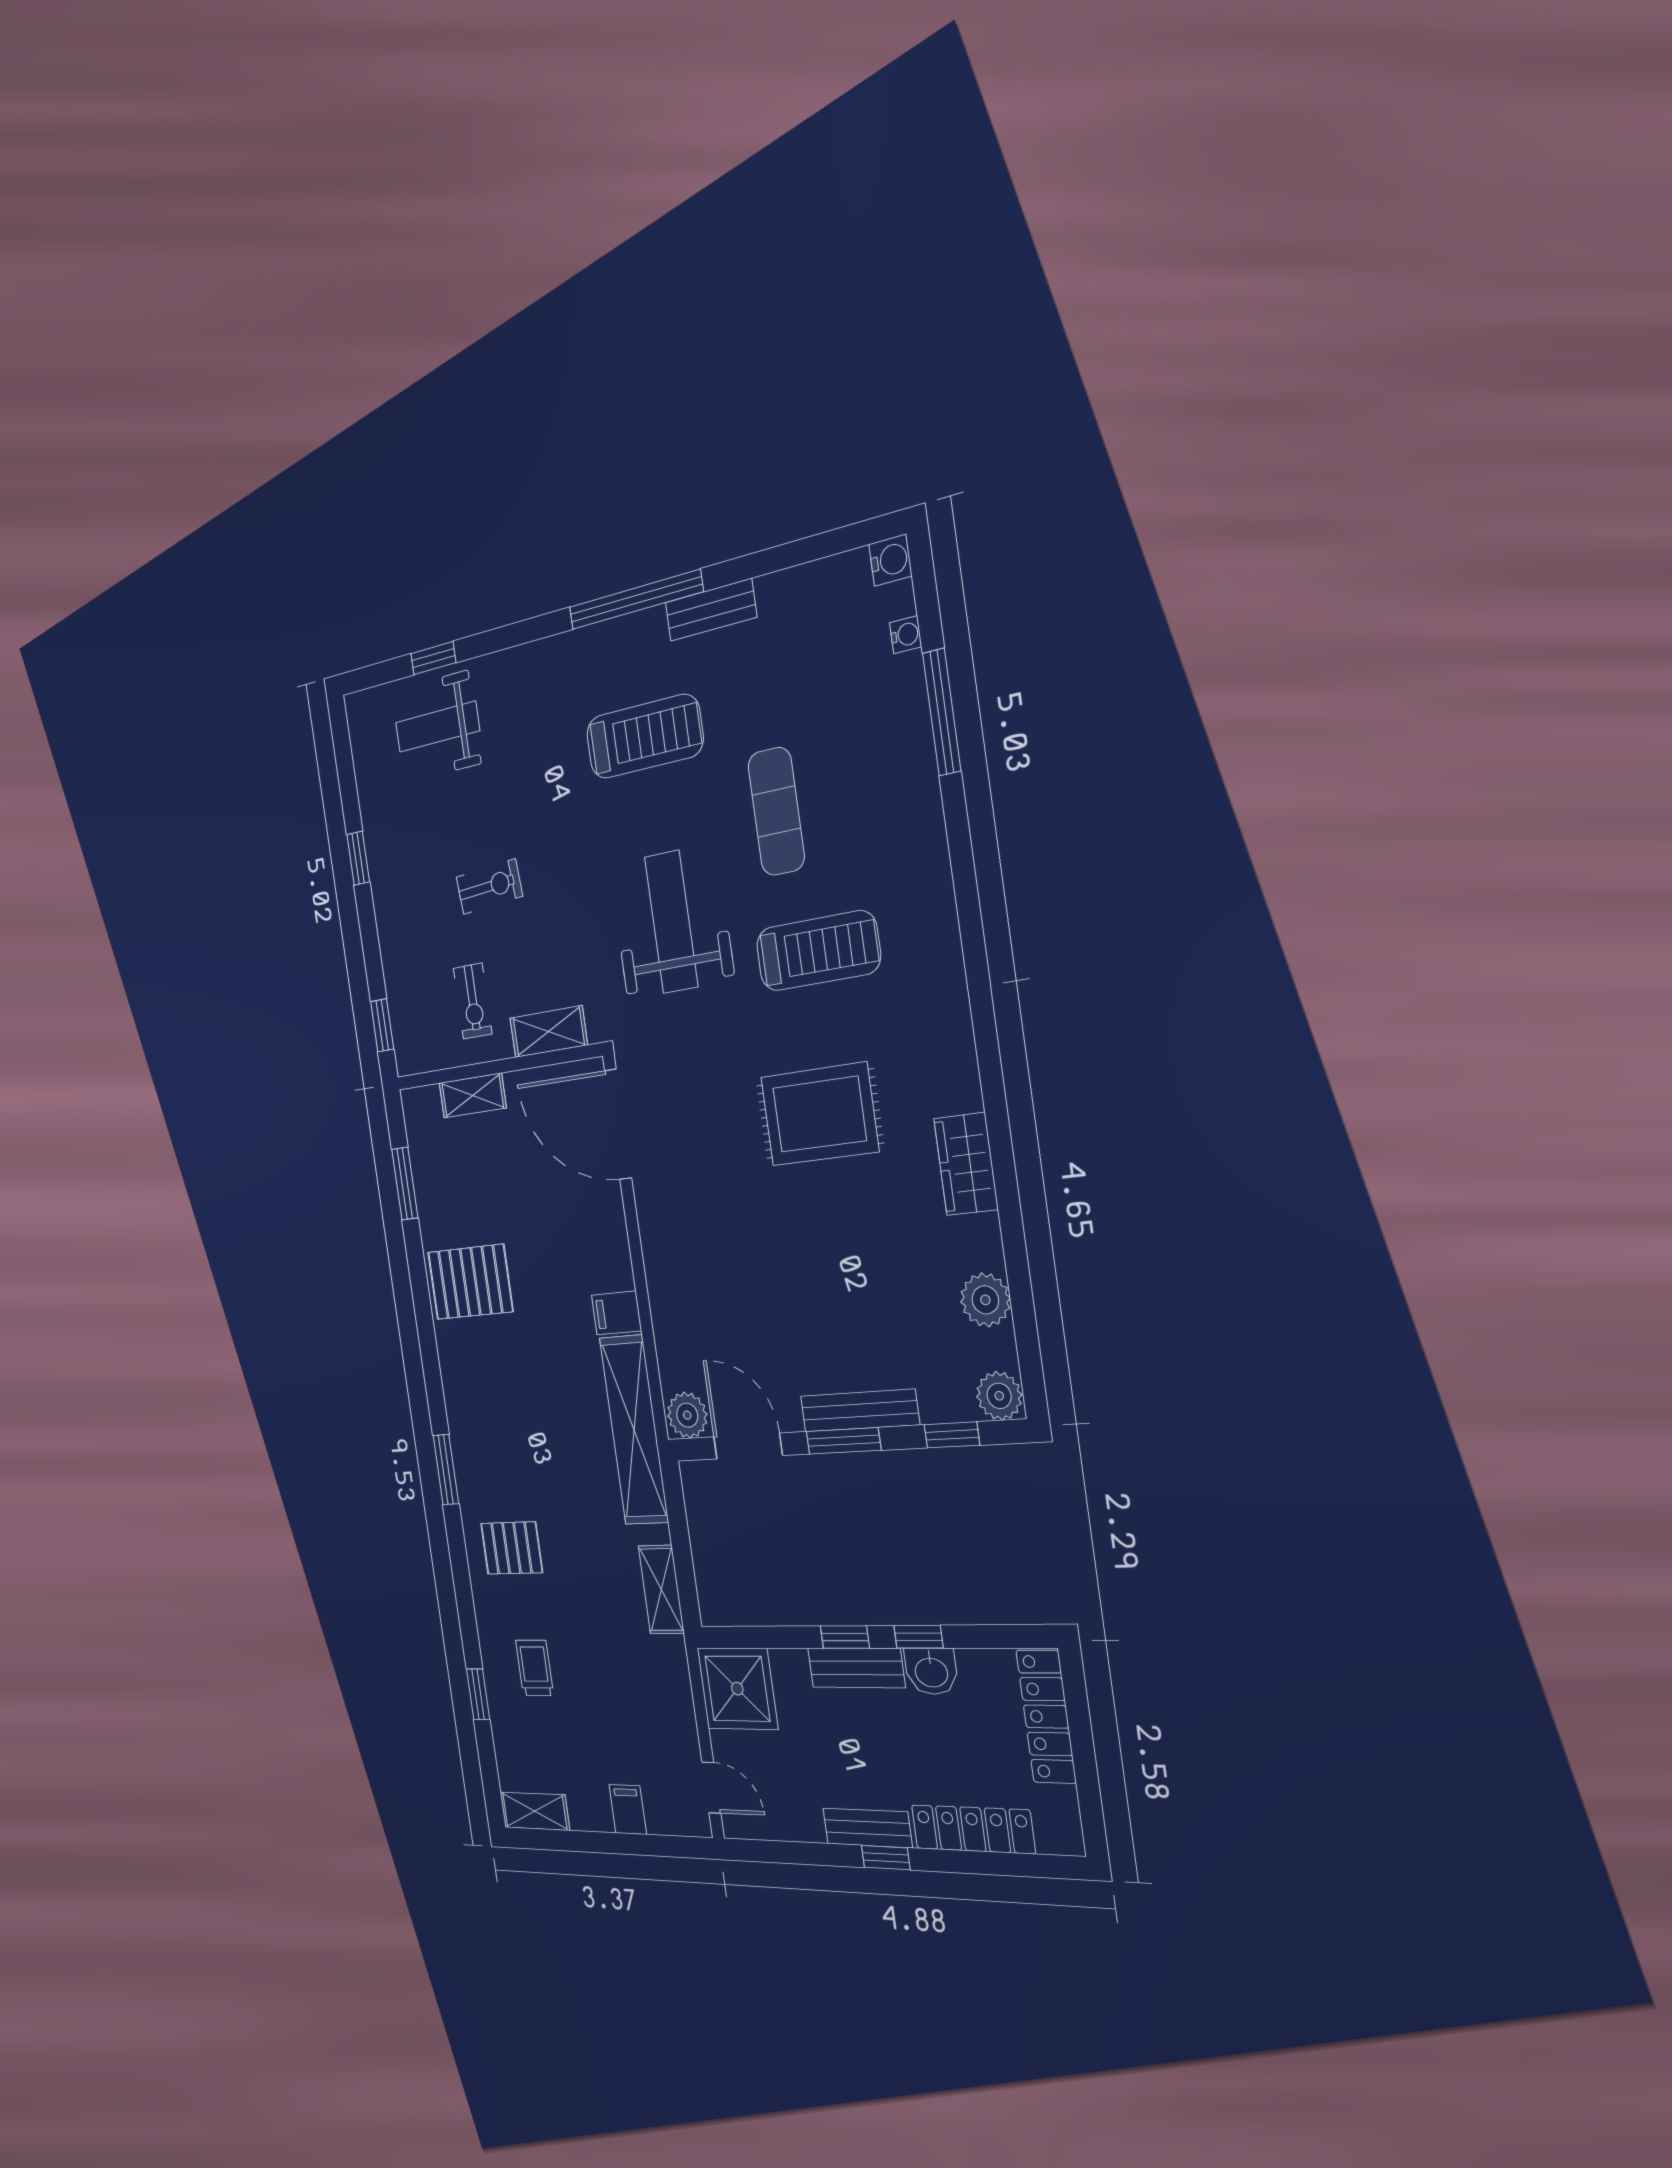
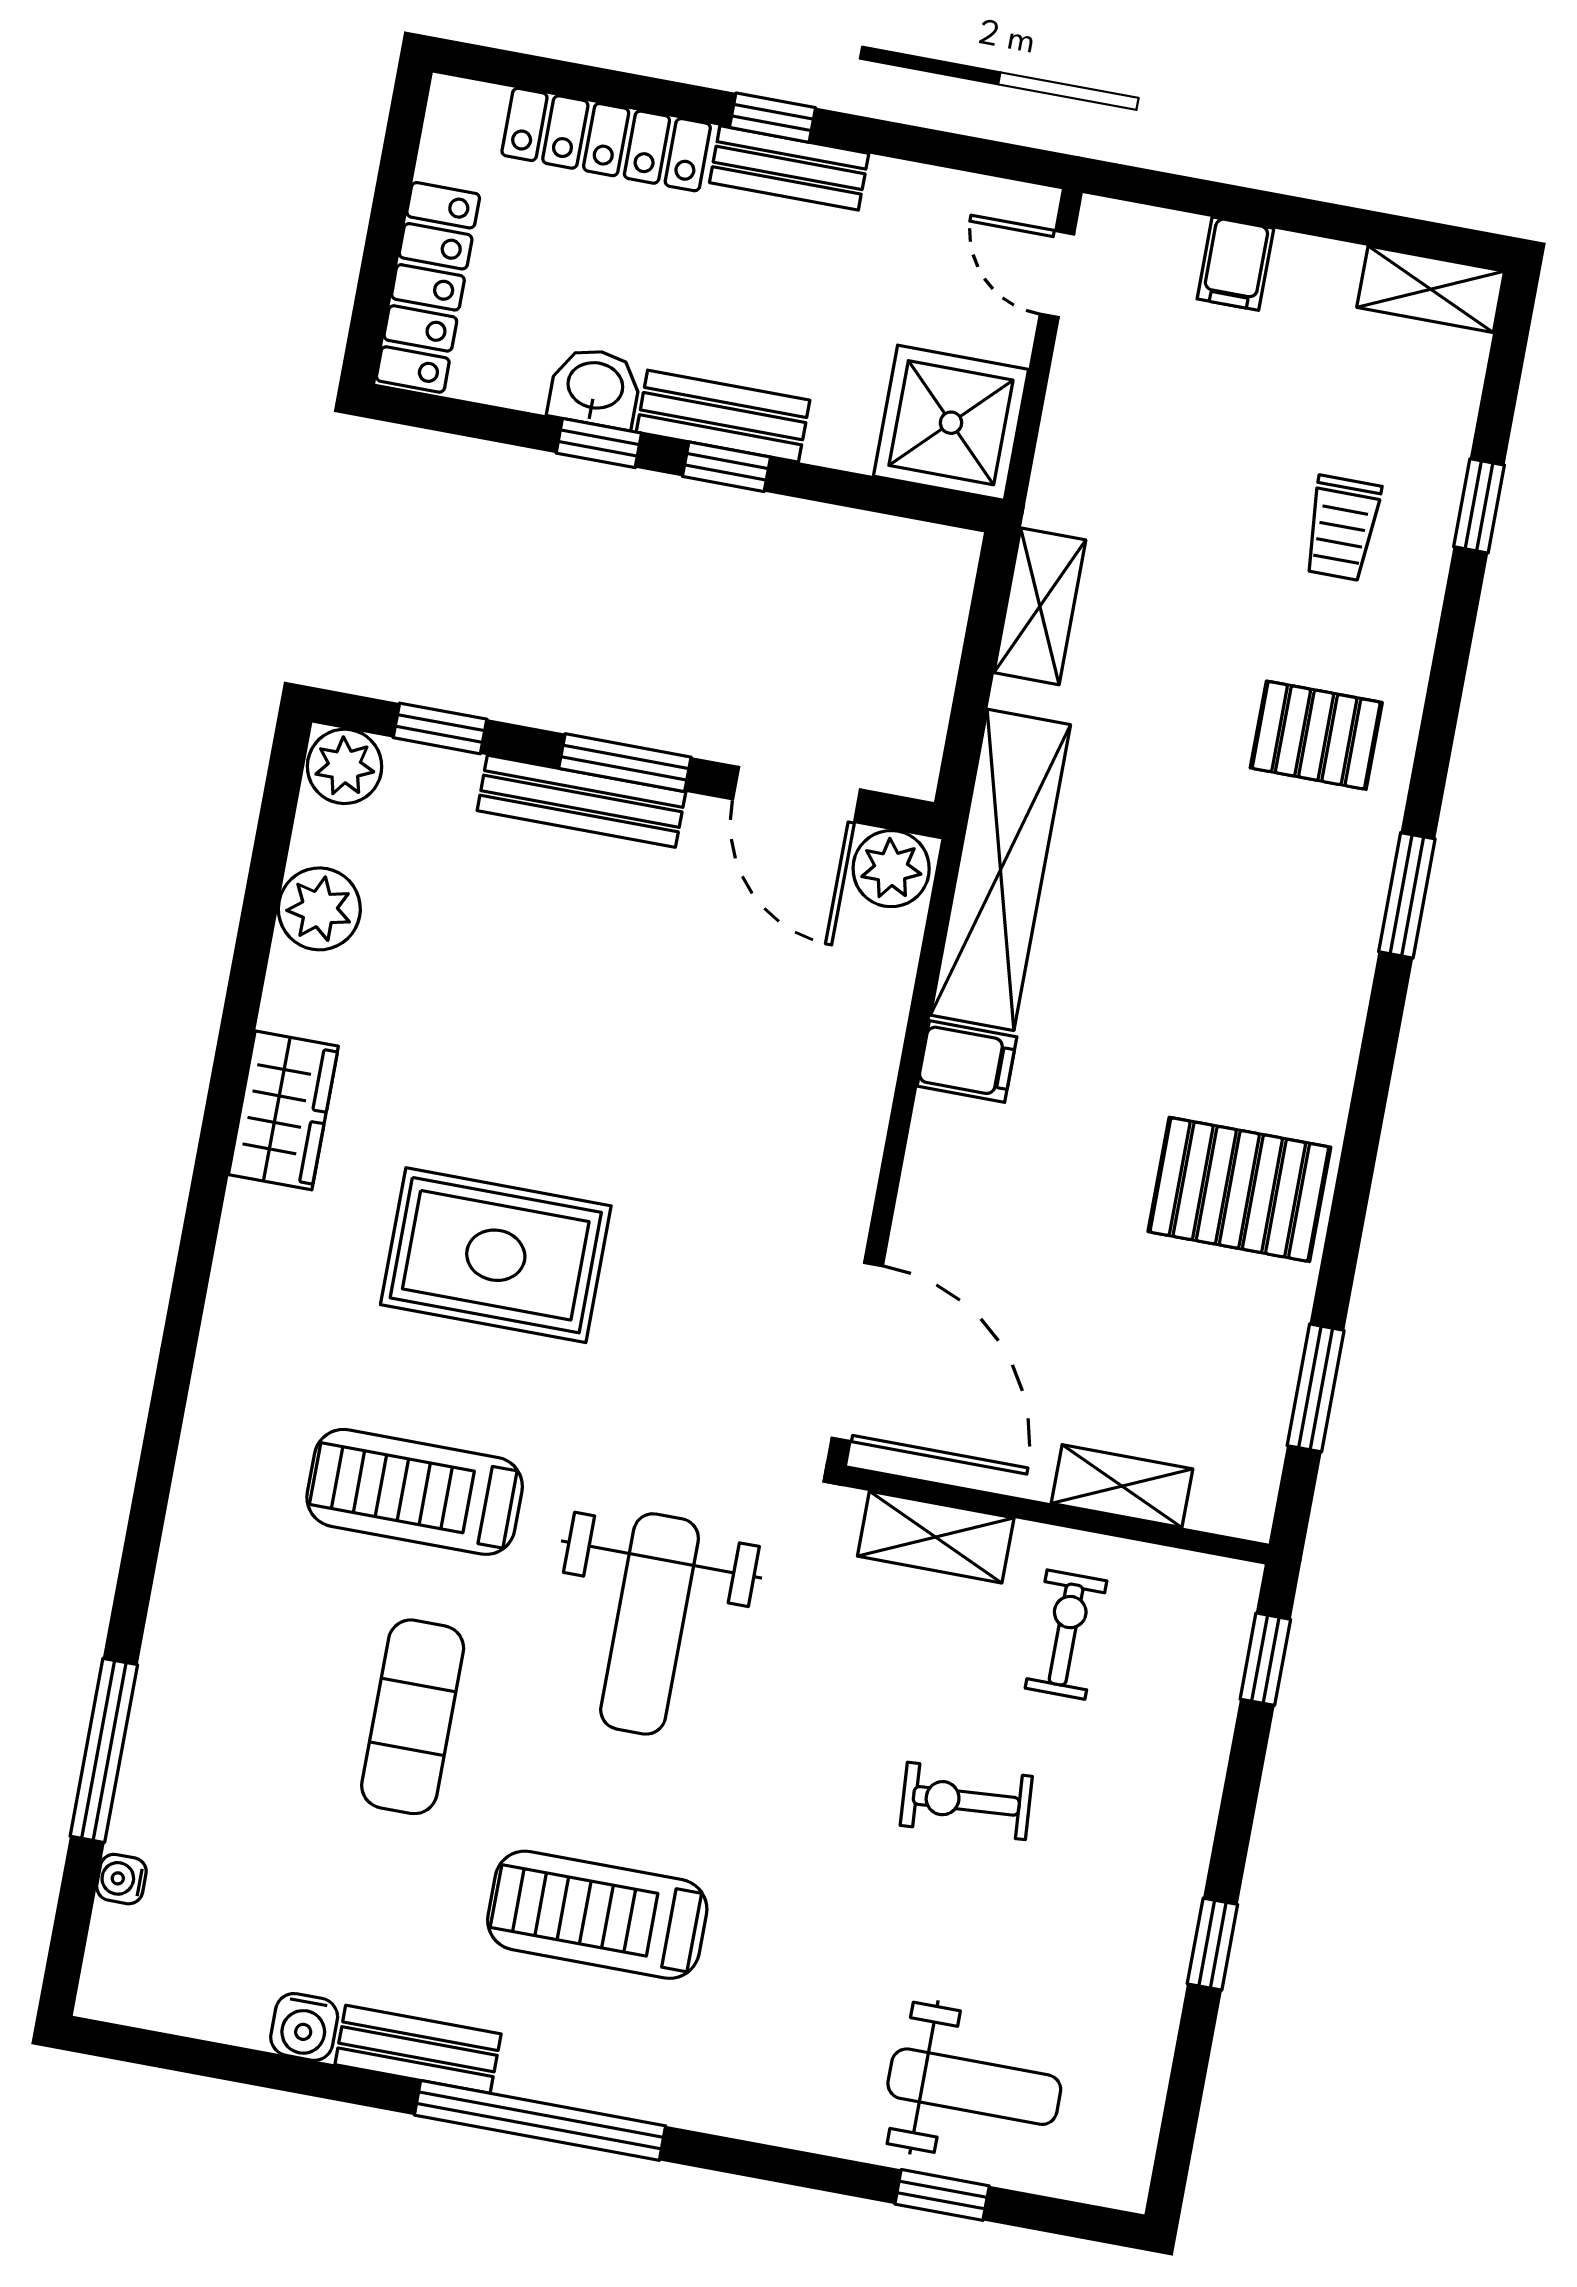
water cooler: (890, 560) -> (304, 2027), moved, turned -90

